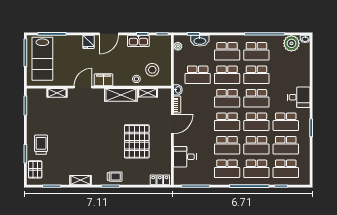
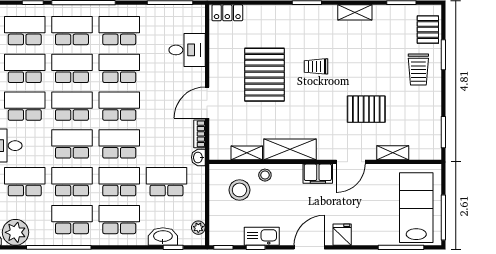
school desk: (286, 75) -> (25, 182), added
pallet: (73, 120) -> (366, 109), added
trolley: (115, 177) -> (316, 66), moved

